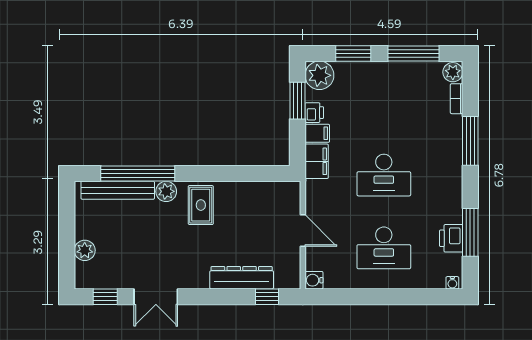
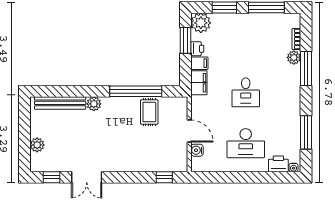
plant: (453, 72) -> (294, 57), moved
window: (138, 174) -> (136, 91), moved
desk: (384, 175) -> (246, 92), width x0.73
rug: (201, 205) -> (149, 112), moved
printer: (451, 238) -> (278, 164), moved, turned 90
dresser: (242, 278) -> (147, 164), removed
water cooler: (314, 280) -> (197, 150), moved

